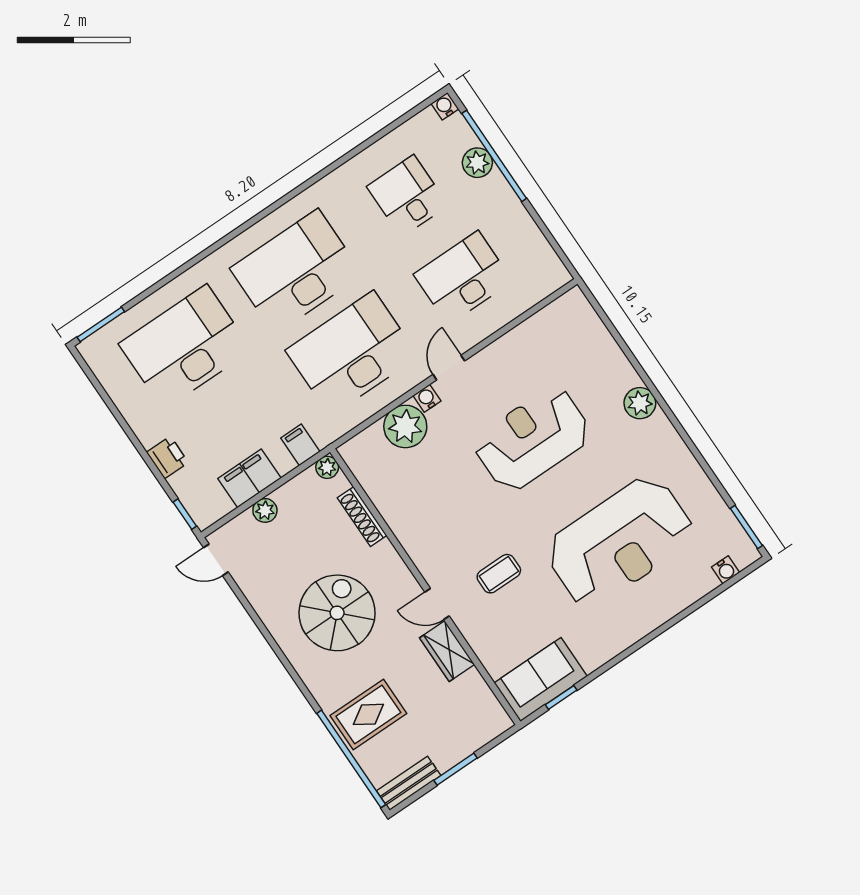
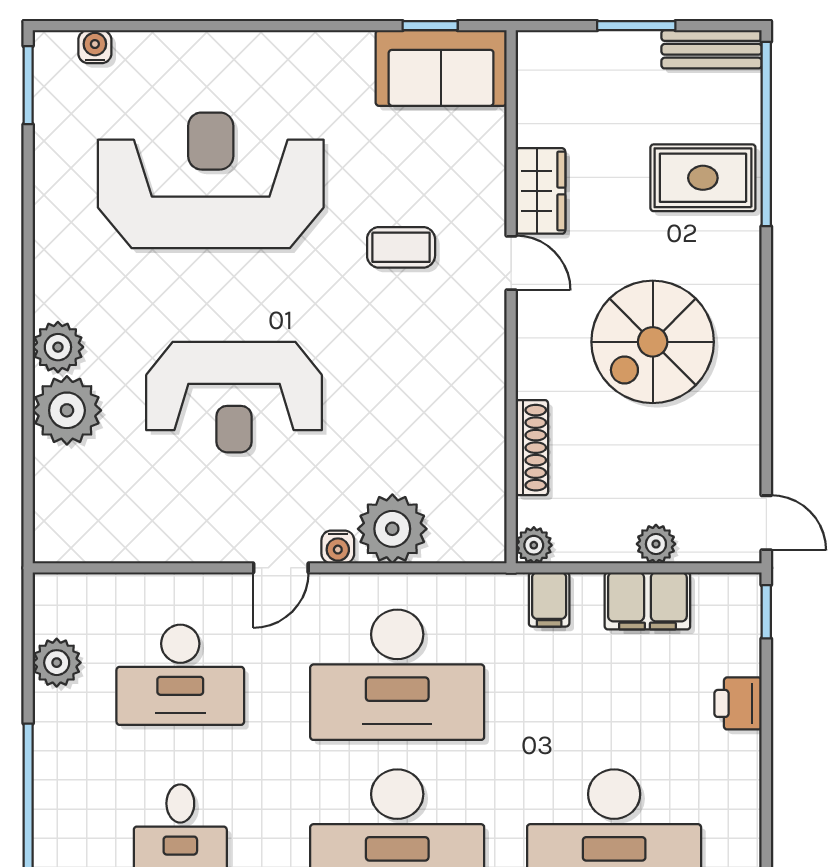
plant: (477, 163) -> (57, 663), moved
plant: (613, 374) -> (67, 410), added

